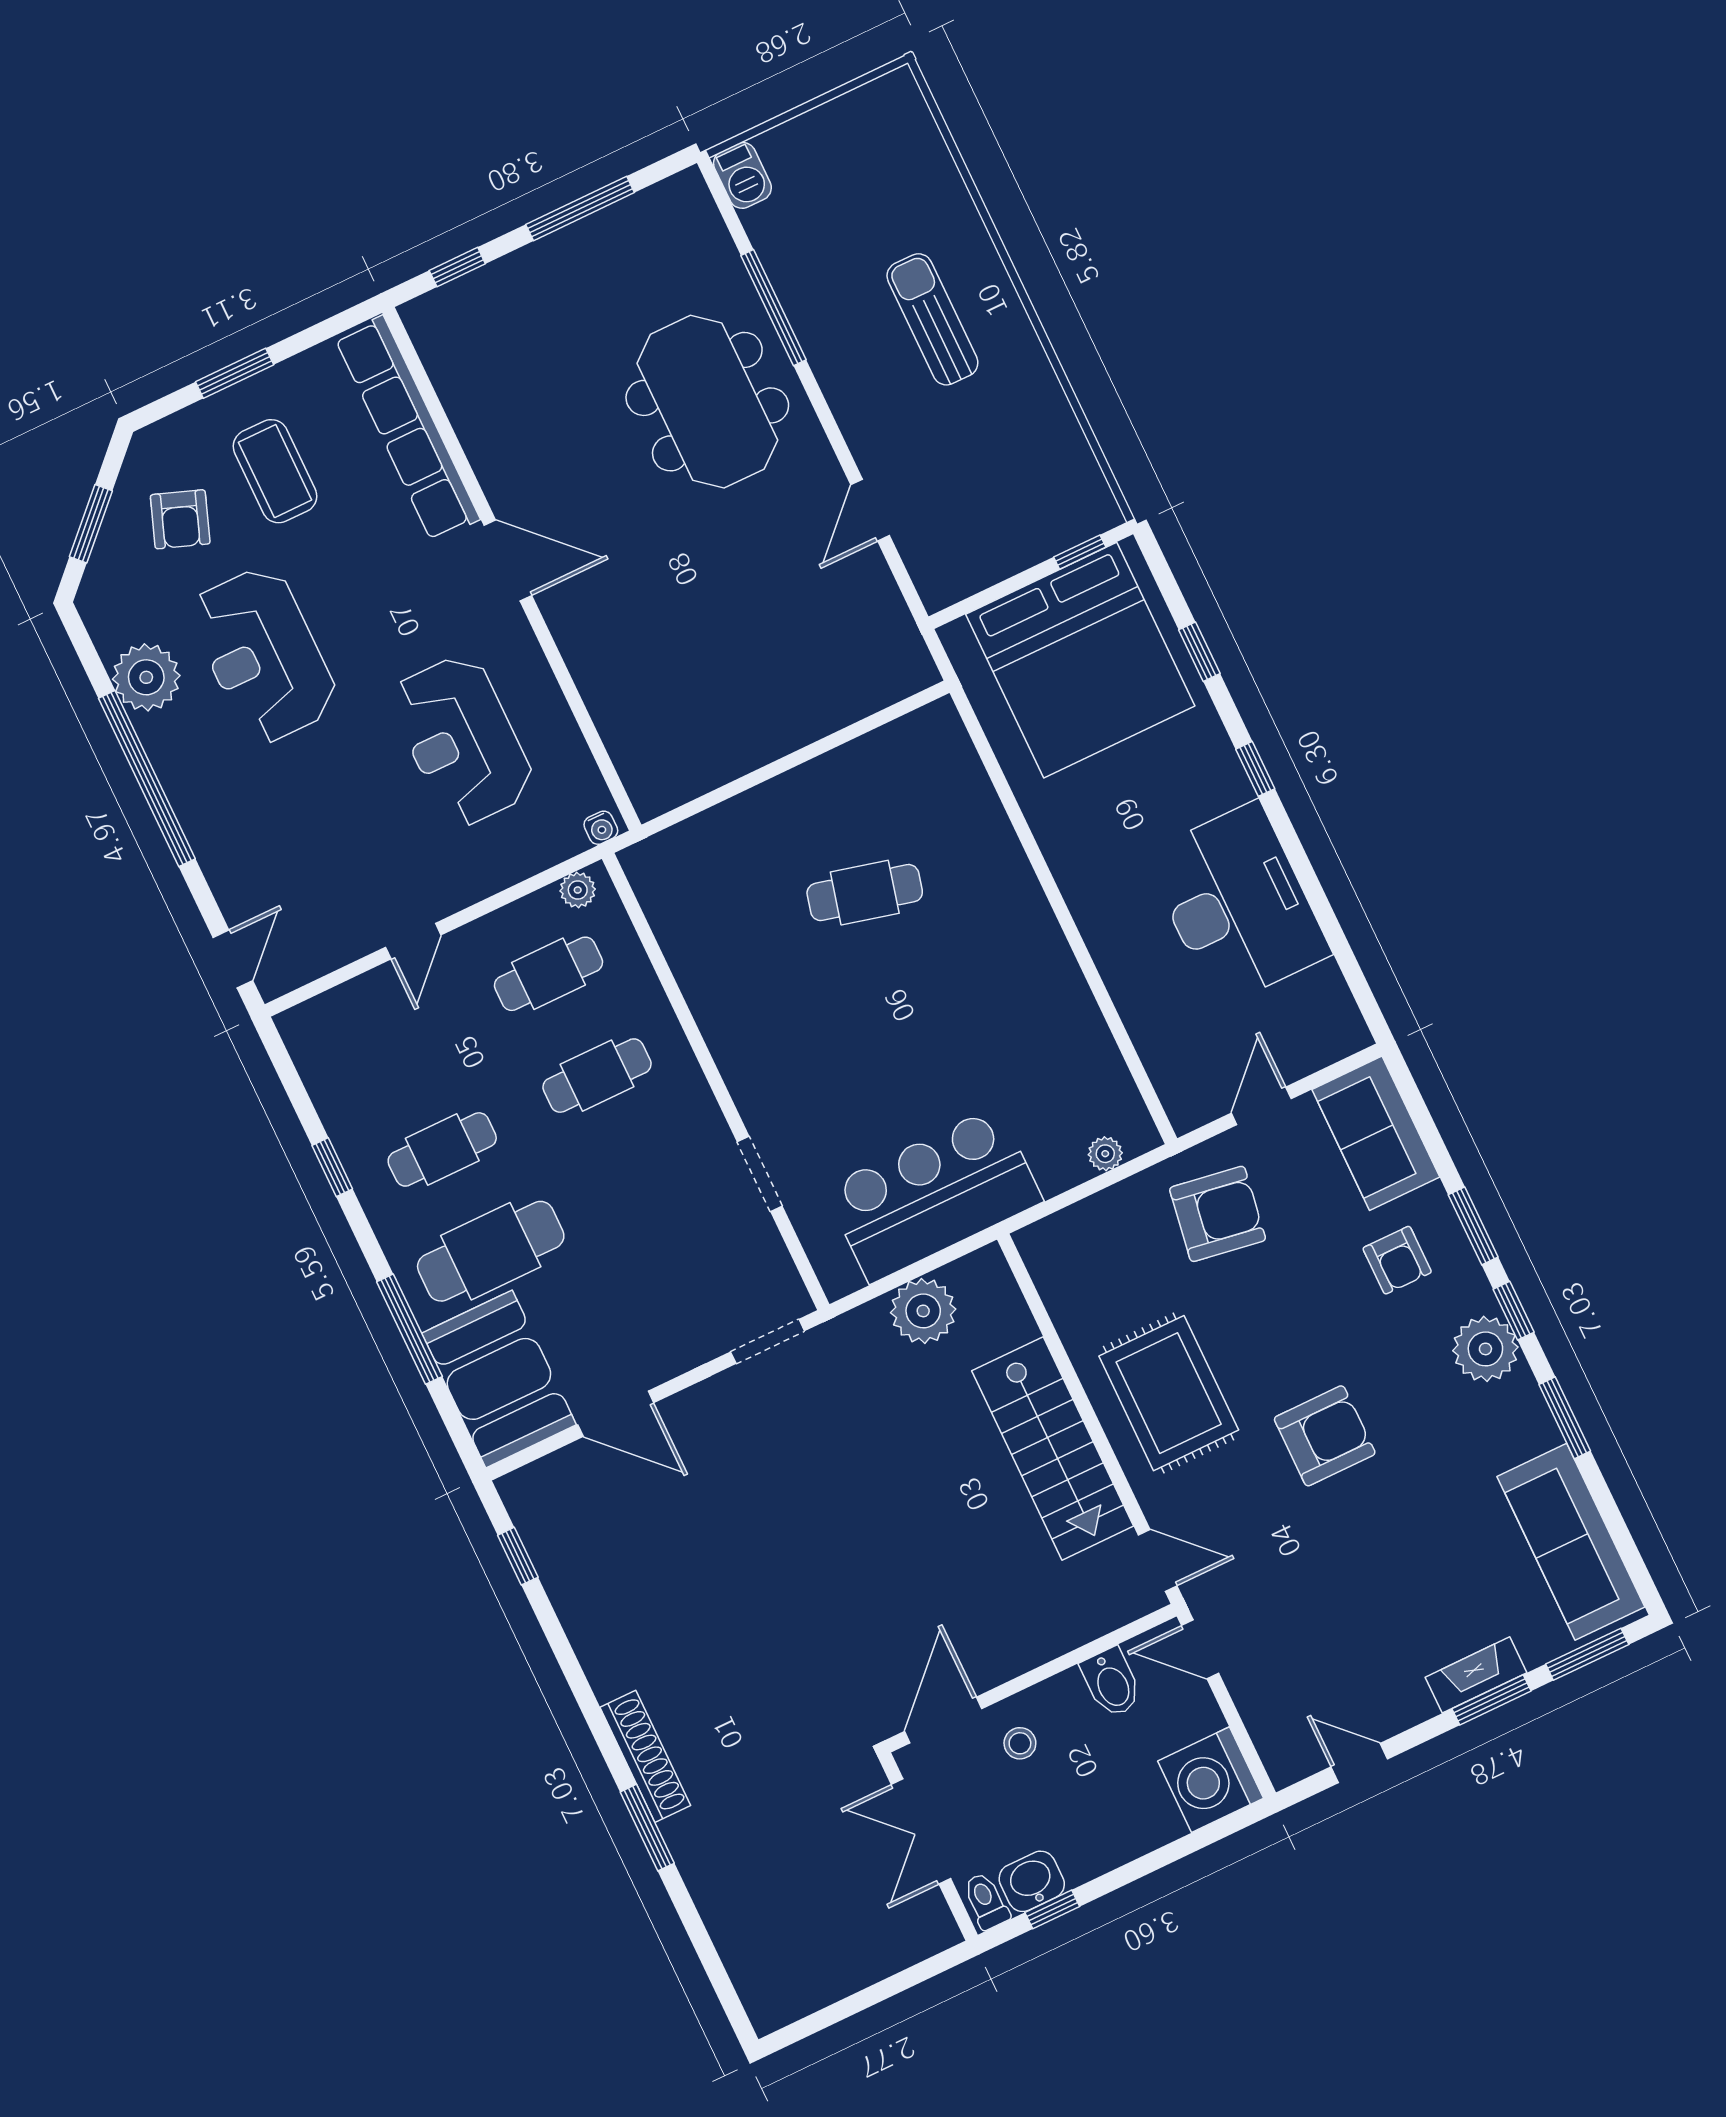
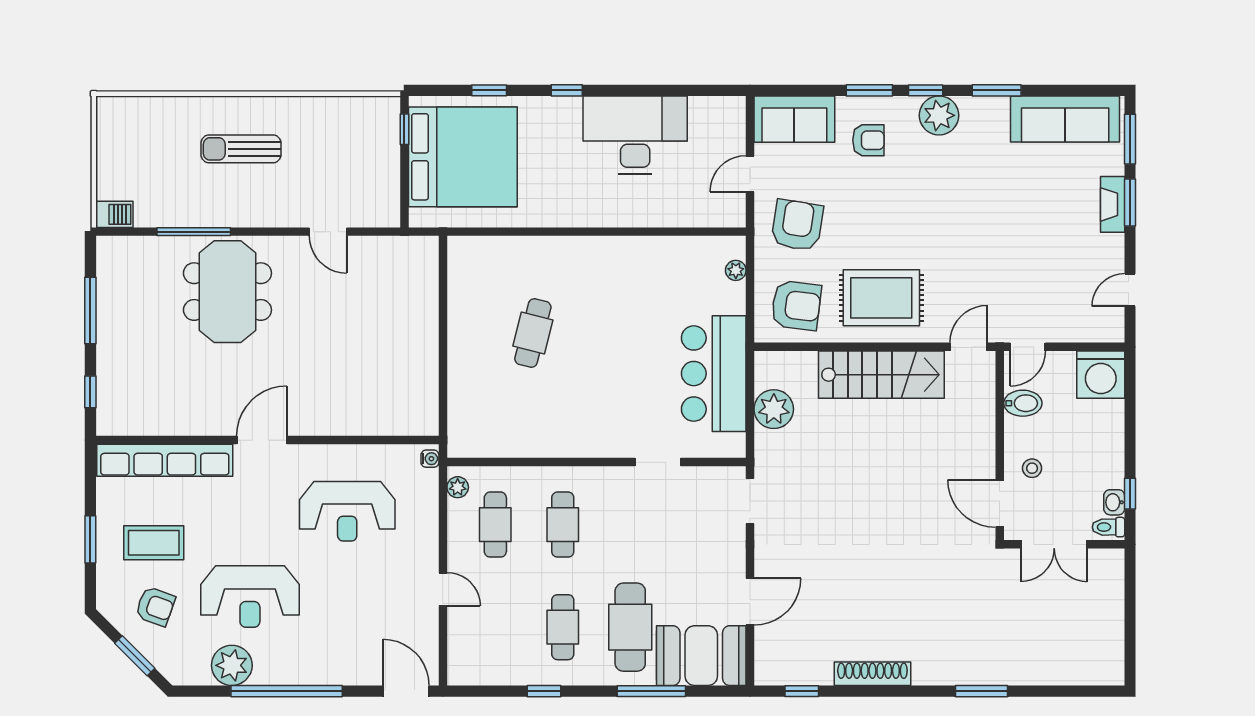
meeting table: (707, 402) -> (227, 292), turned 90
door: (233, 959) -> (406, 691), width x1.37
door: (1261, 1106) -> (750, 174), hinge flipped
armchair: (1325, 1436) -> (796, 305), moved, turned 97
shoe rack: (645, 1756) -> (872, 674), moved
washbasin: (1032, 1881) -> (1114, 502), width x0.72, depth x0.69

